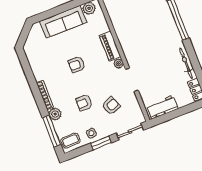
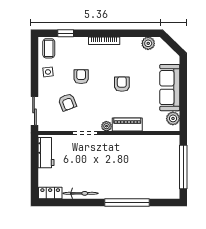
plant: (55, 114) -> (148, 43), moved
window: (52, 131) -> (66, 33), width x0.46
window: (101, 143) -> (34, 78), removed

